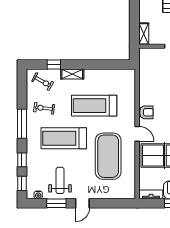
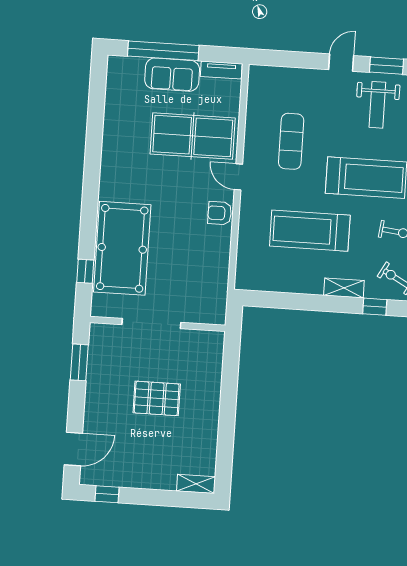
shelving: (144, 34) -> (216, 350), removed
treadmill: (94, 106) -> (310, 231), turned 180
exercise mat: (108, 156) -> (291, 141), width x0.50, depth x0.69

